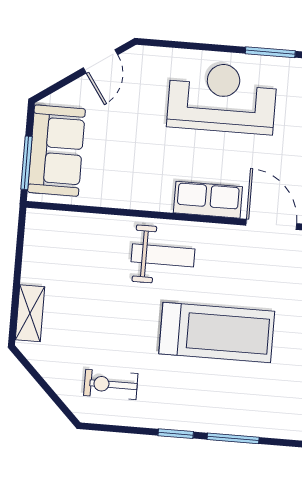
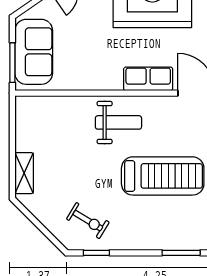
exercise bike: (111, 385) -> (88, 221), turned -149
window: (176, 434) -> (96, 253), moved

